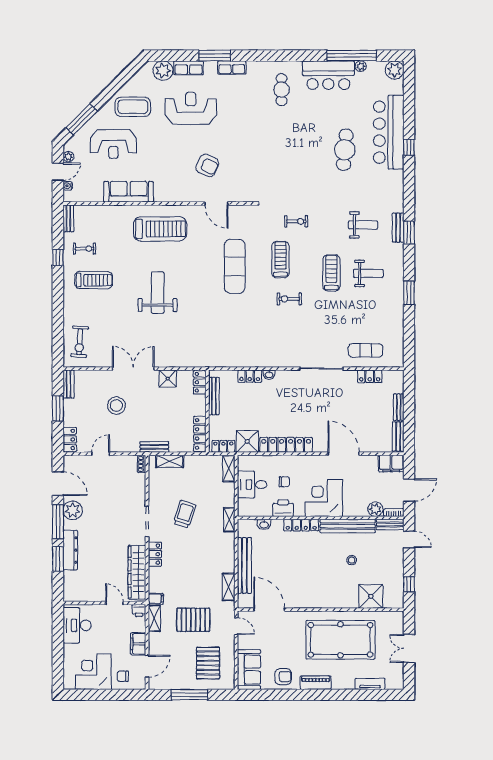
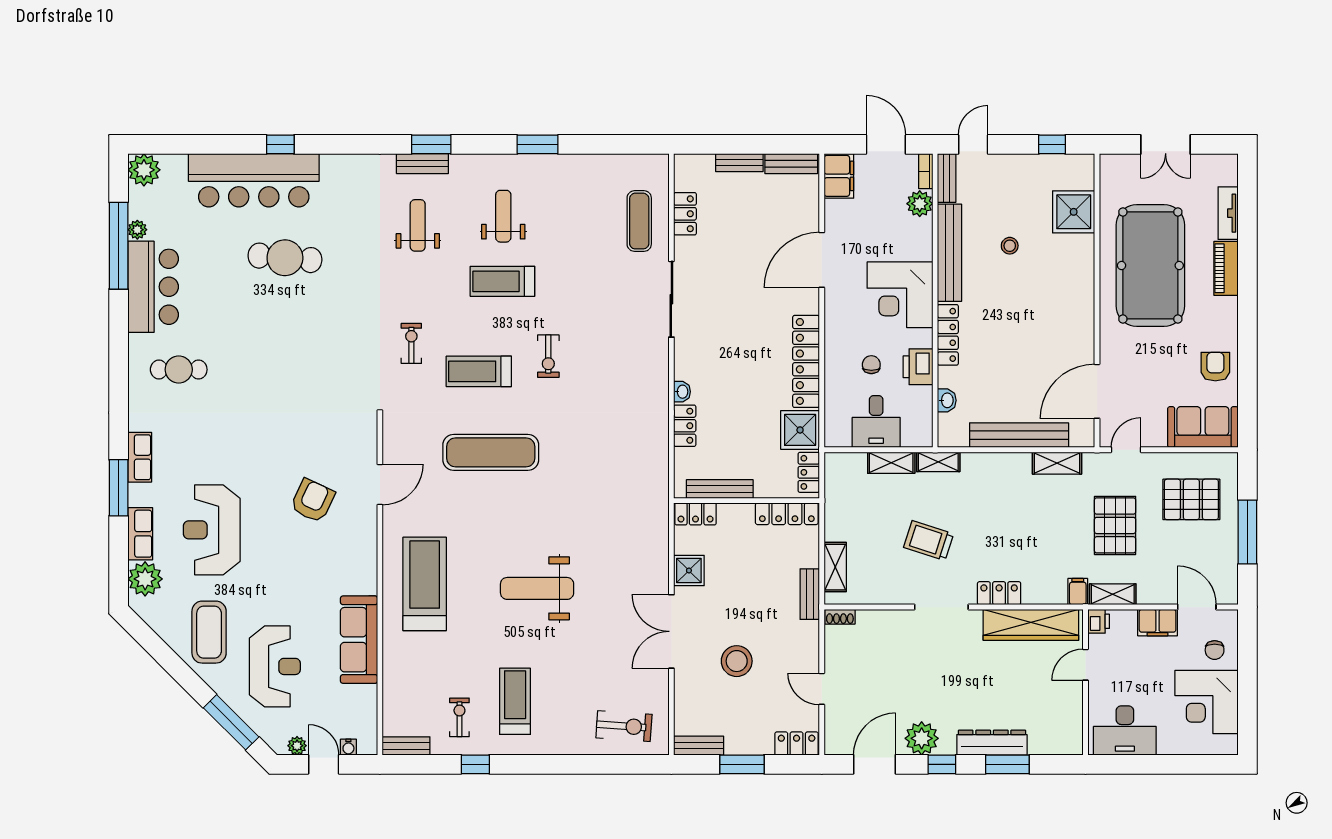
shelving: (229, 468) -> (891, 463), moved
window: (58, 522) -> (942, 764), width x0.46
piano: (316, 683) -> (1226, 268), moved

